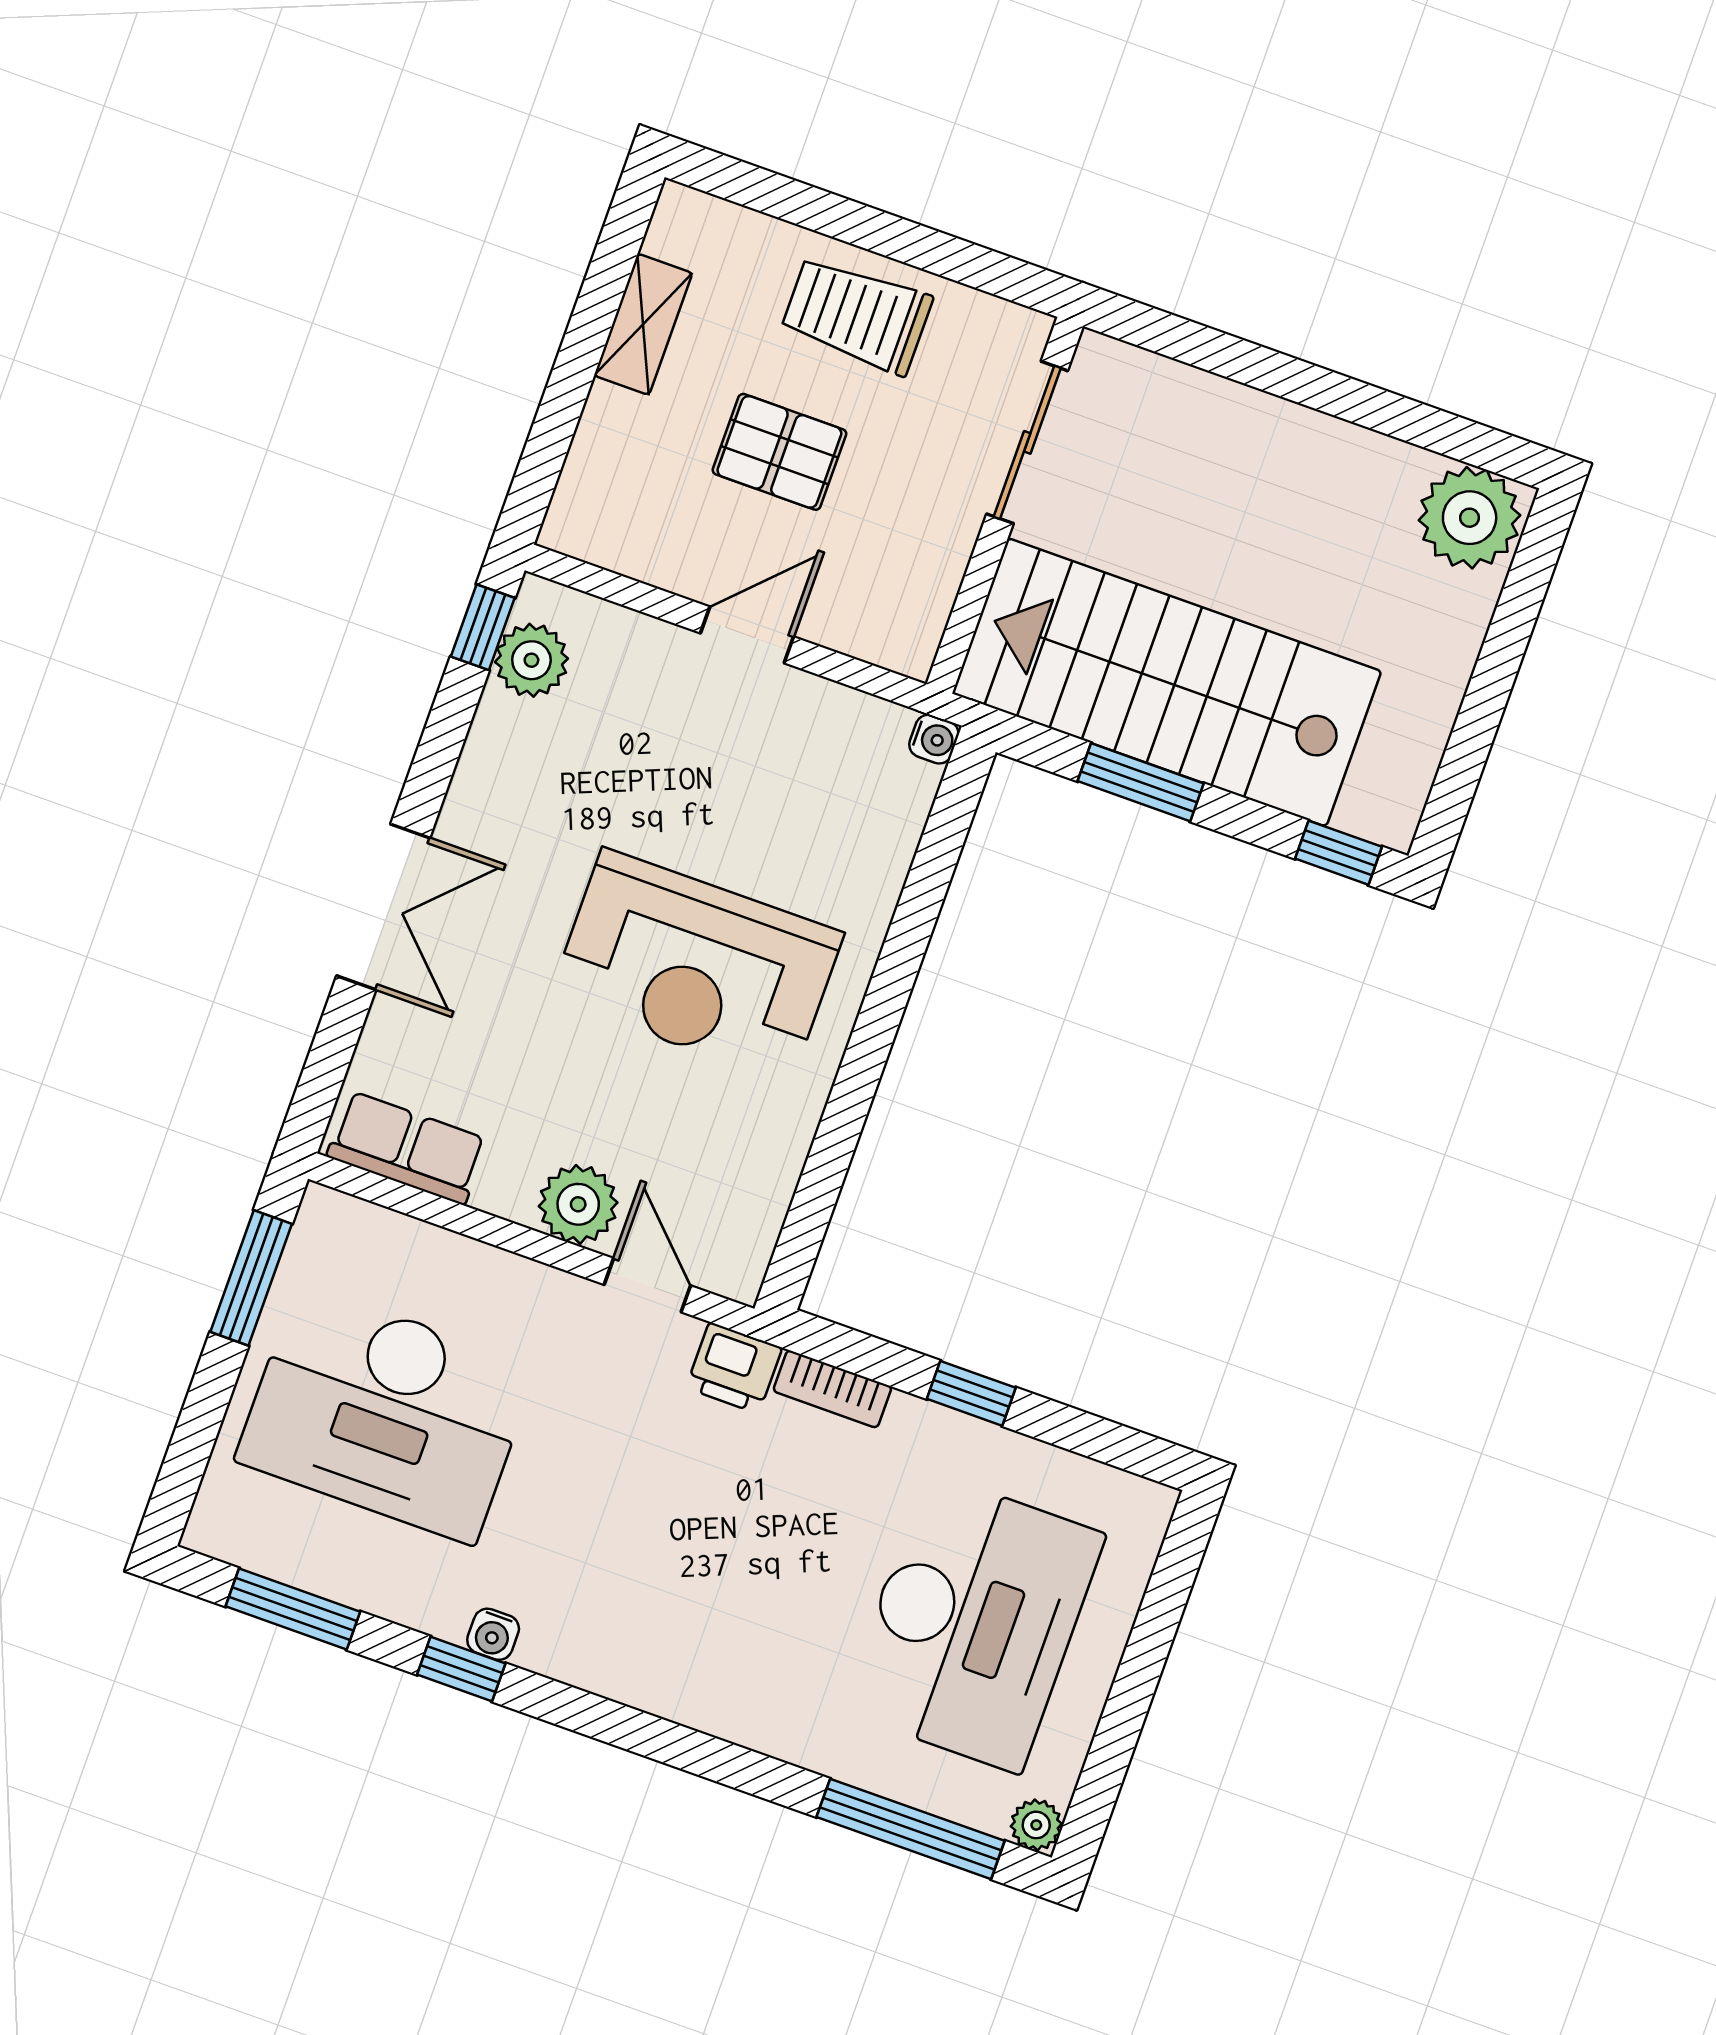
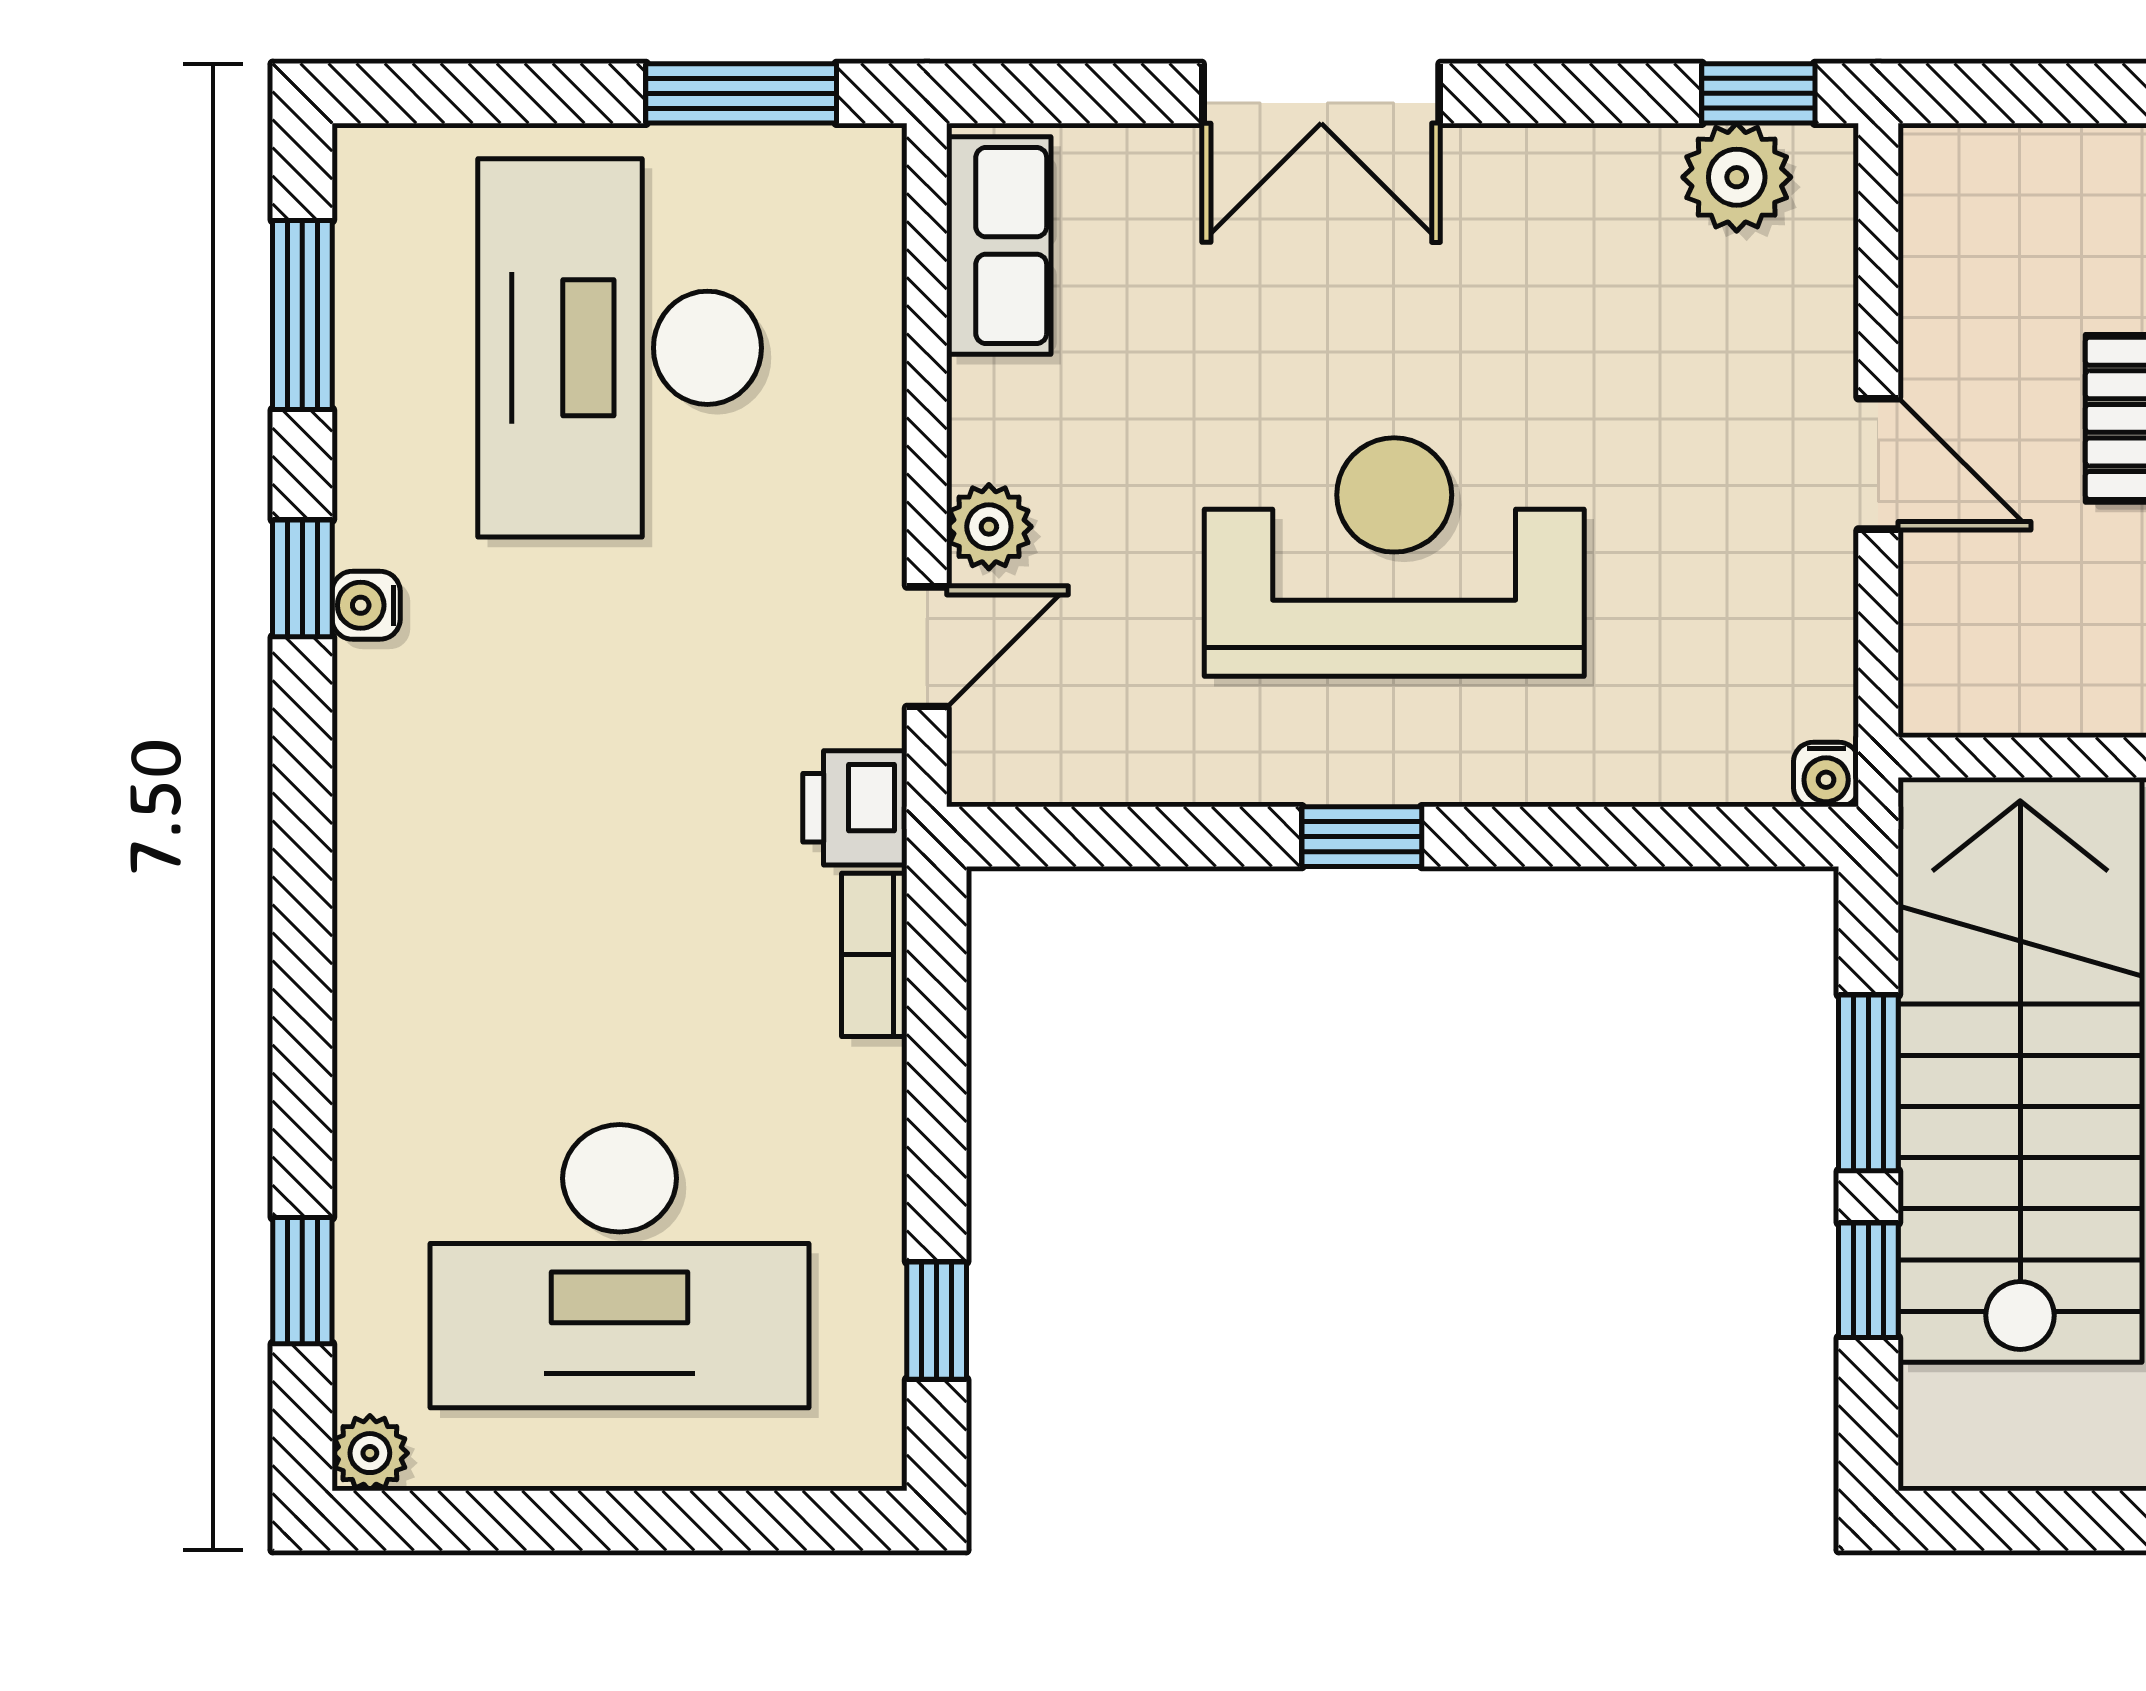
window: (1338, 853) -> (1868, 1280), moved
reception desk: (696, 966) -> (1394, 557), turned 90
window: (868, 1050) -> (1362, 837), added
plant: (578, 1204) -> (989, 527), width x0.73, depth x0.73
window: (971, 1393) -> (937, 1321), moved
window: (911, 1829) -> (302, 1281), width x0.46

